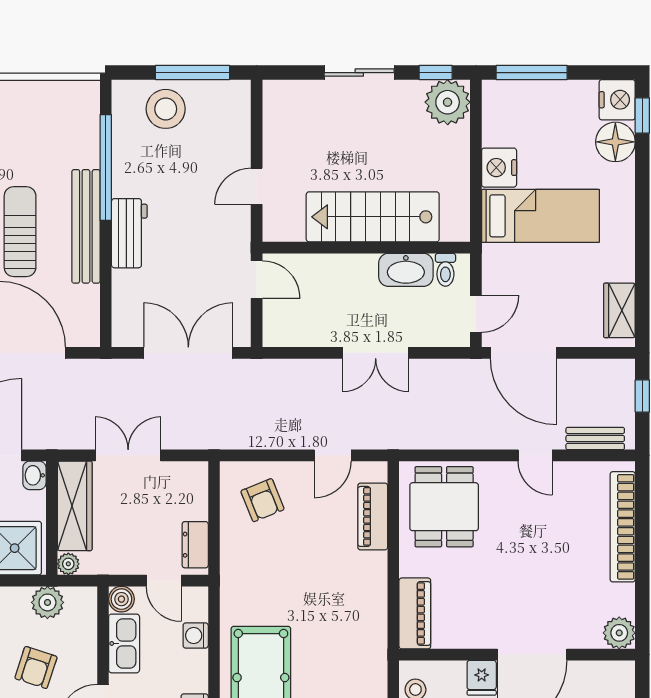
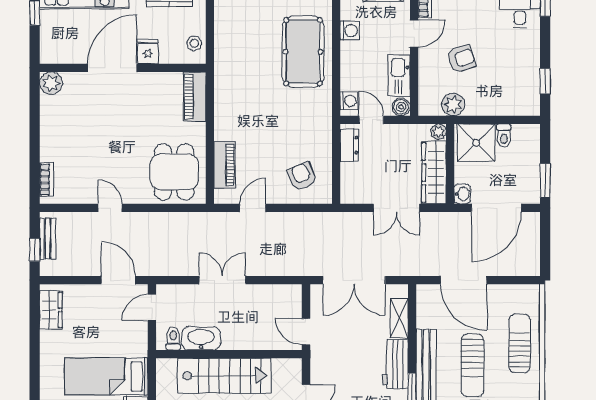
shelving: (124, 298) -> (399, 318), added
door: (523, 353) -> (118, 280), width x0.73
bench: (595, 438) -> (48, 239), moved, turned 90
bookcase: (623, 527) -> (46, 180), width x0.43, depth x0.76
washing machine: (196, 635) -> (349, 101), moved
armchair: (36, 668) -> (461, 59), turned 54

